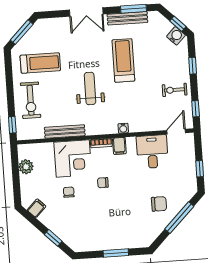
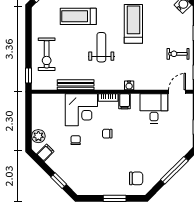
treadmill: (40, 63) -> (78, 16), moved, turned 180
plant: (26, 167) -> (38, 136), moved
chair: (159, 204) -> (136, 178), moved

